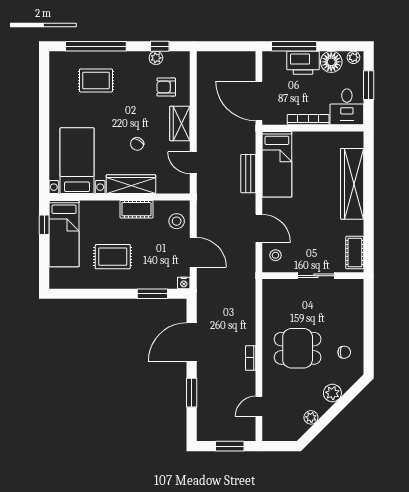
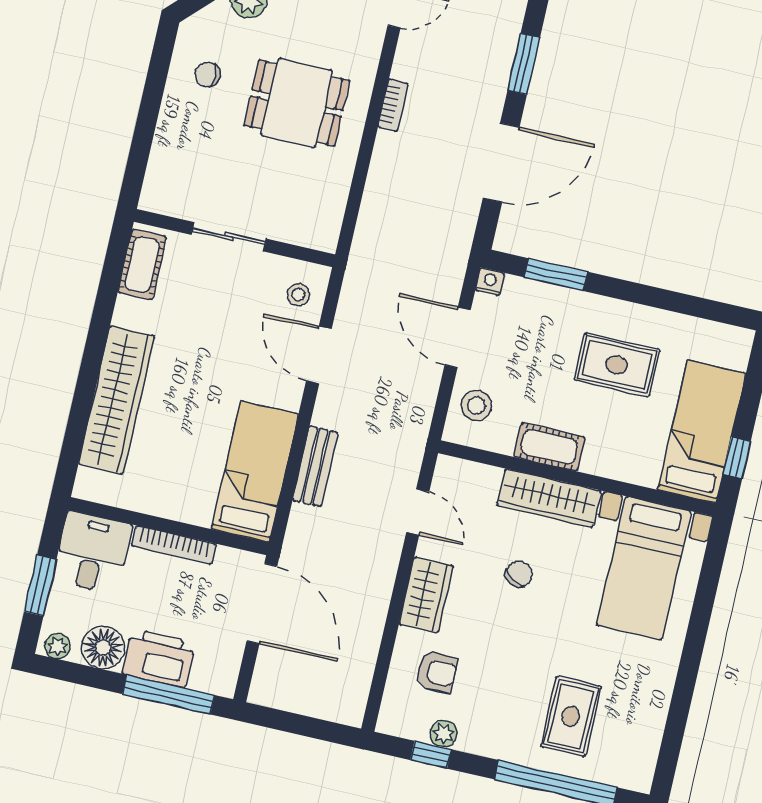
rug: (96, 81) -> (571, 716), turned 90

